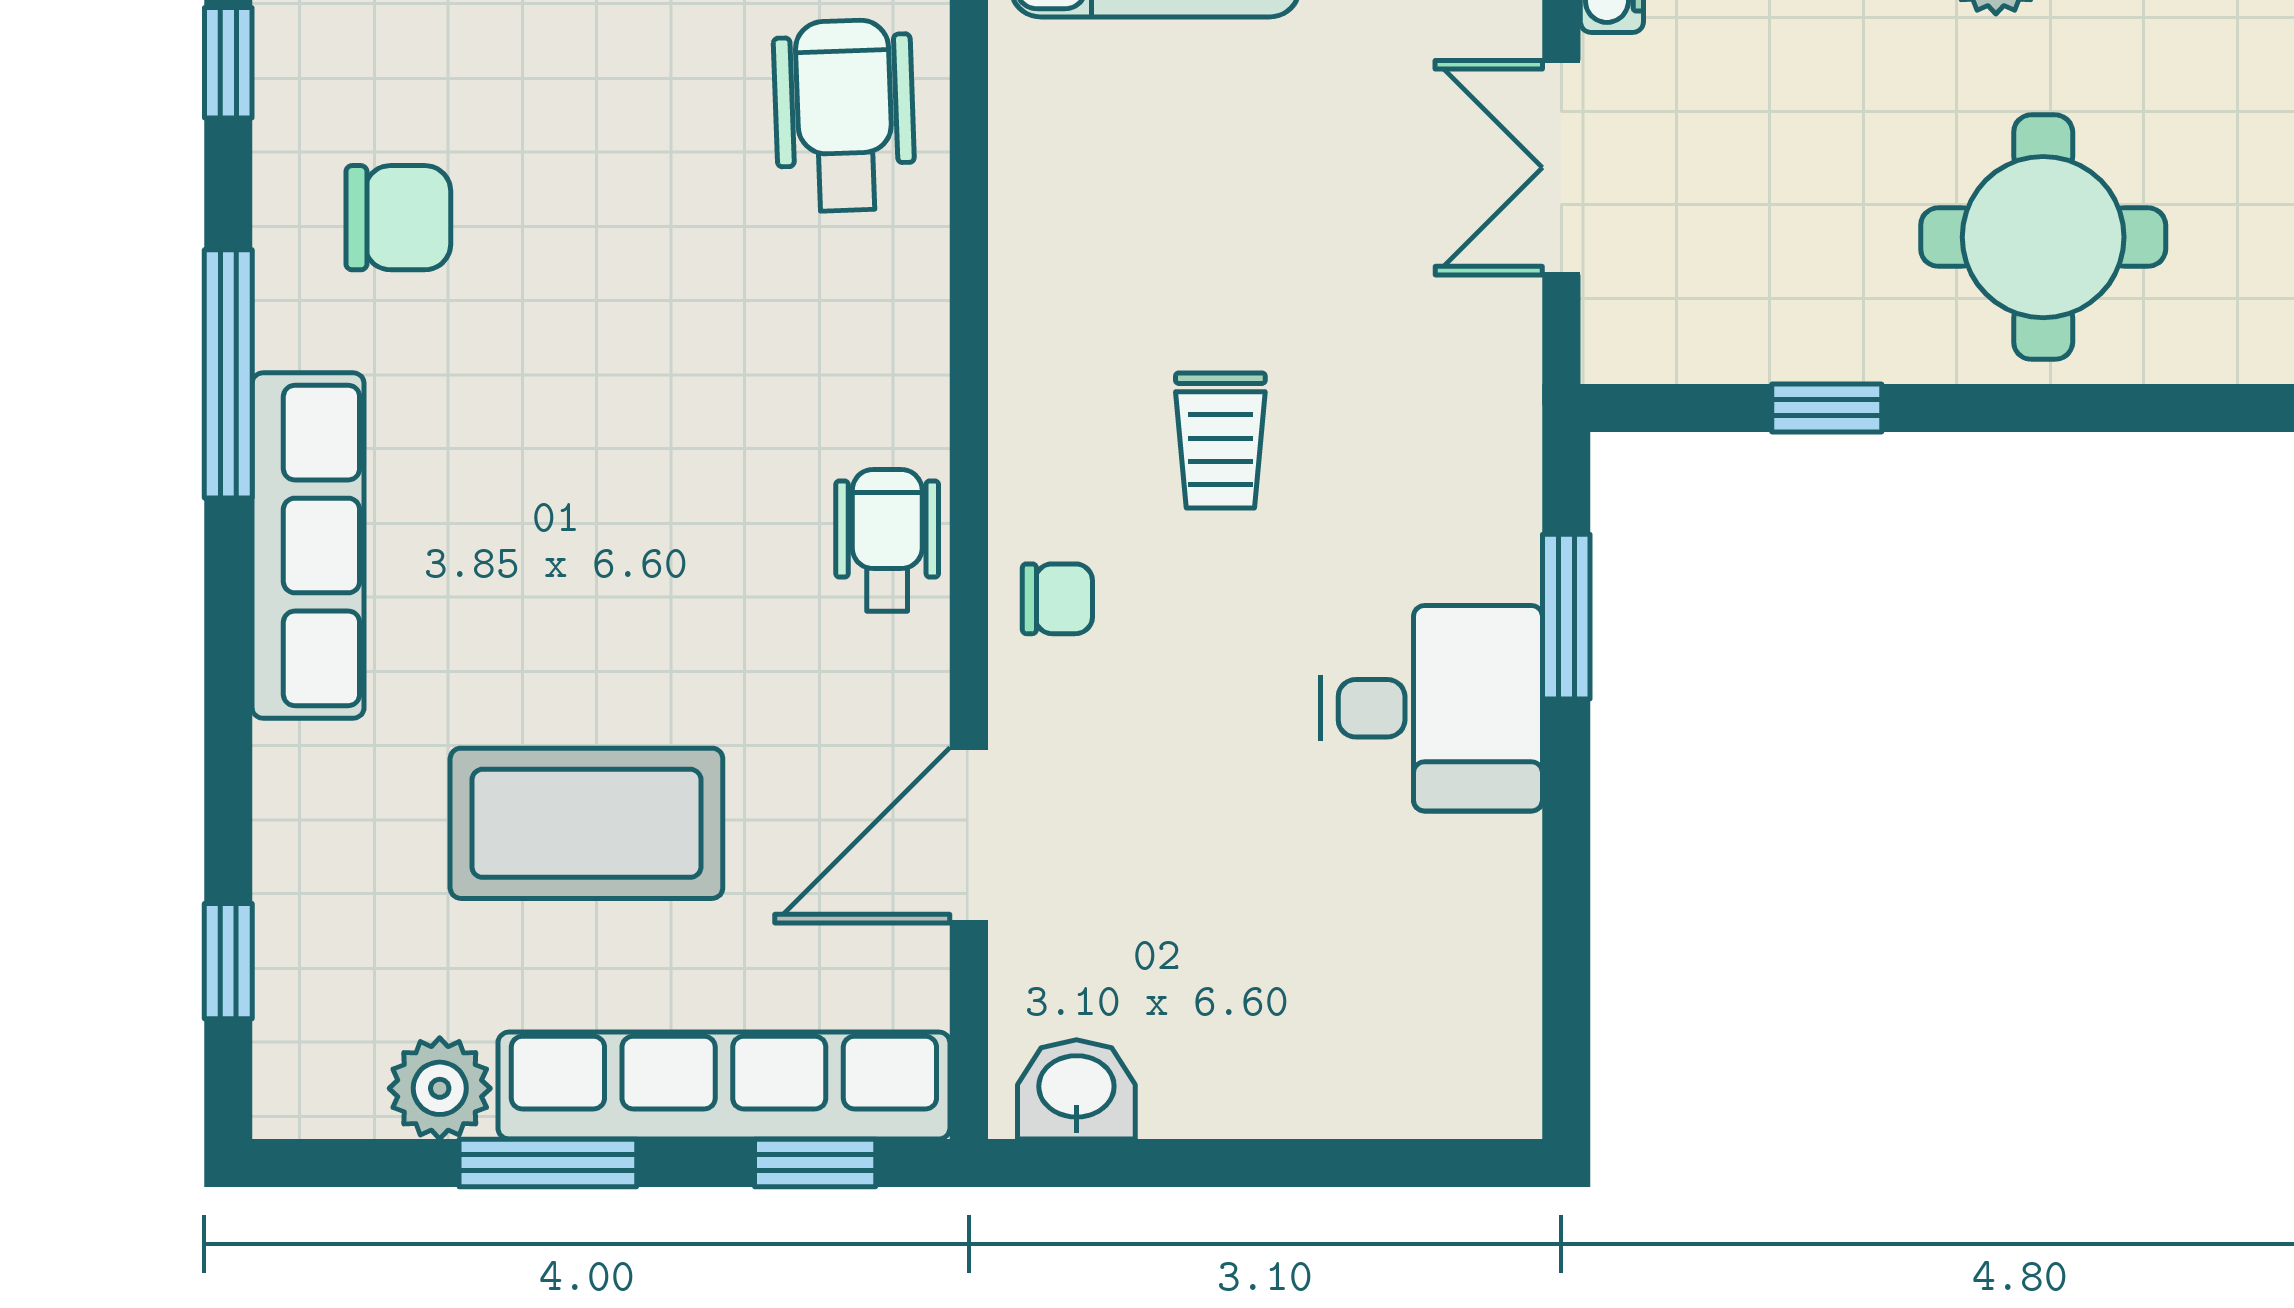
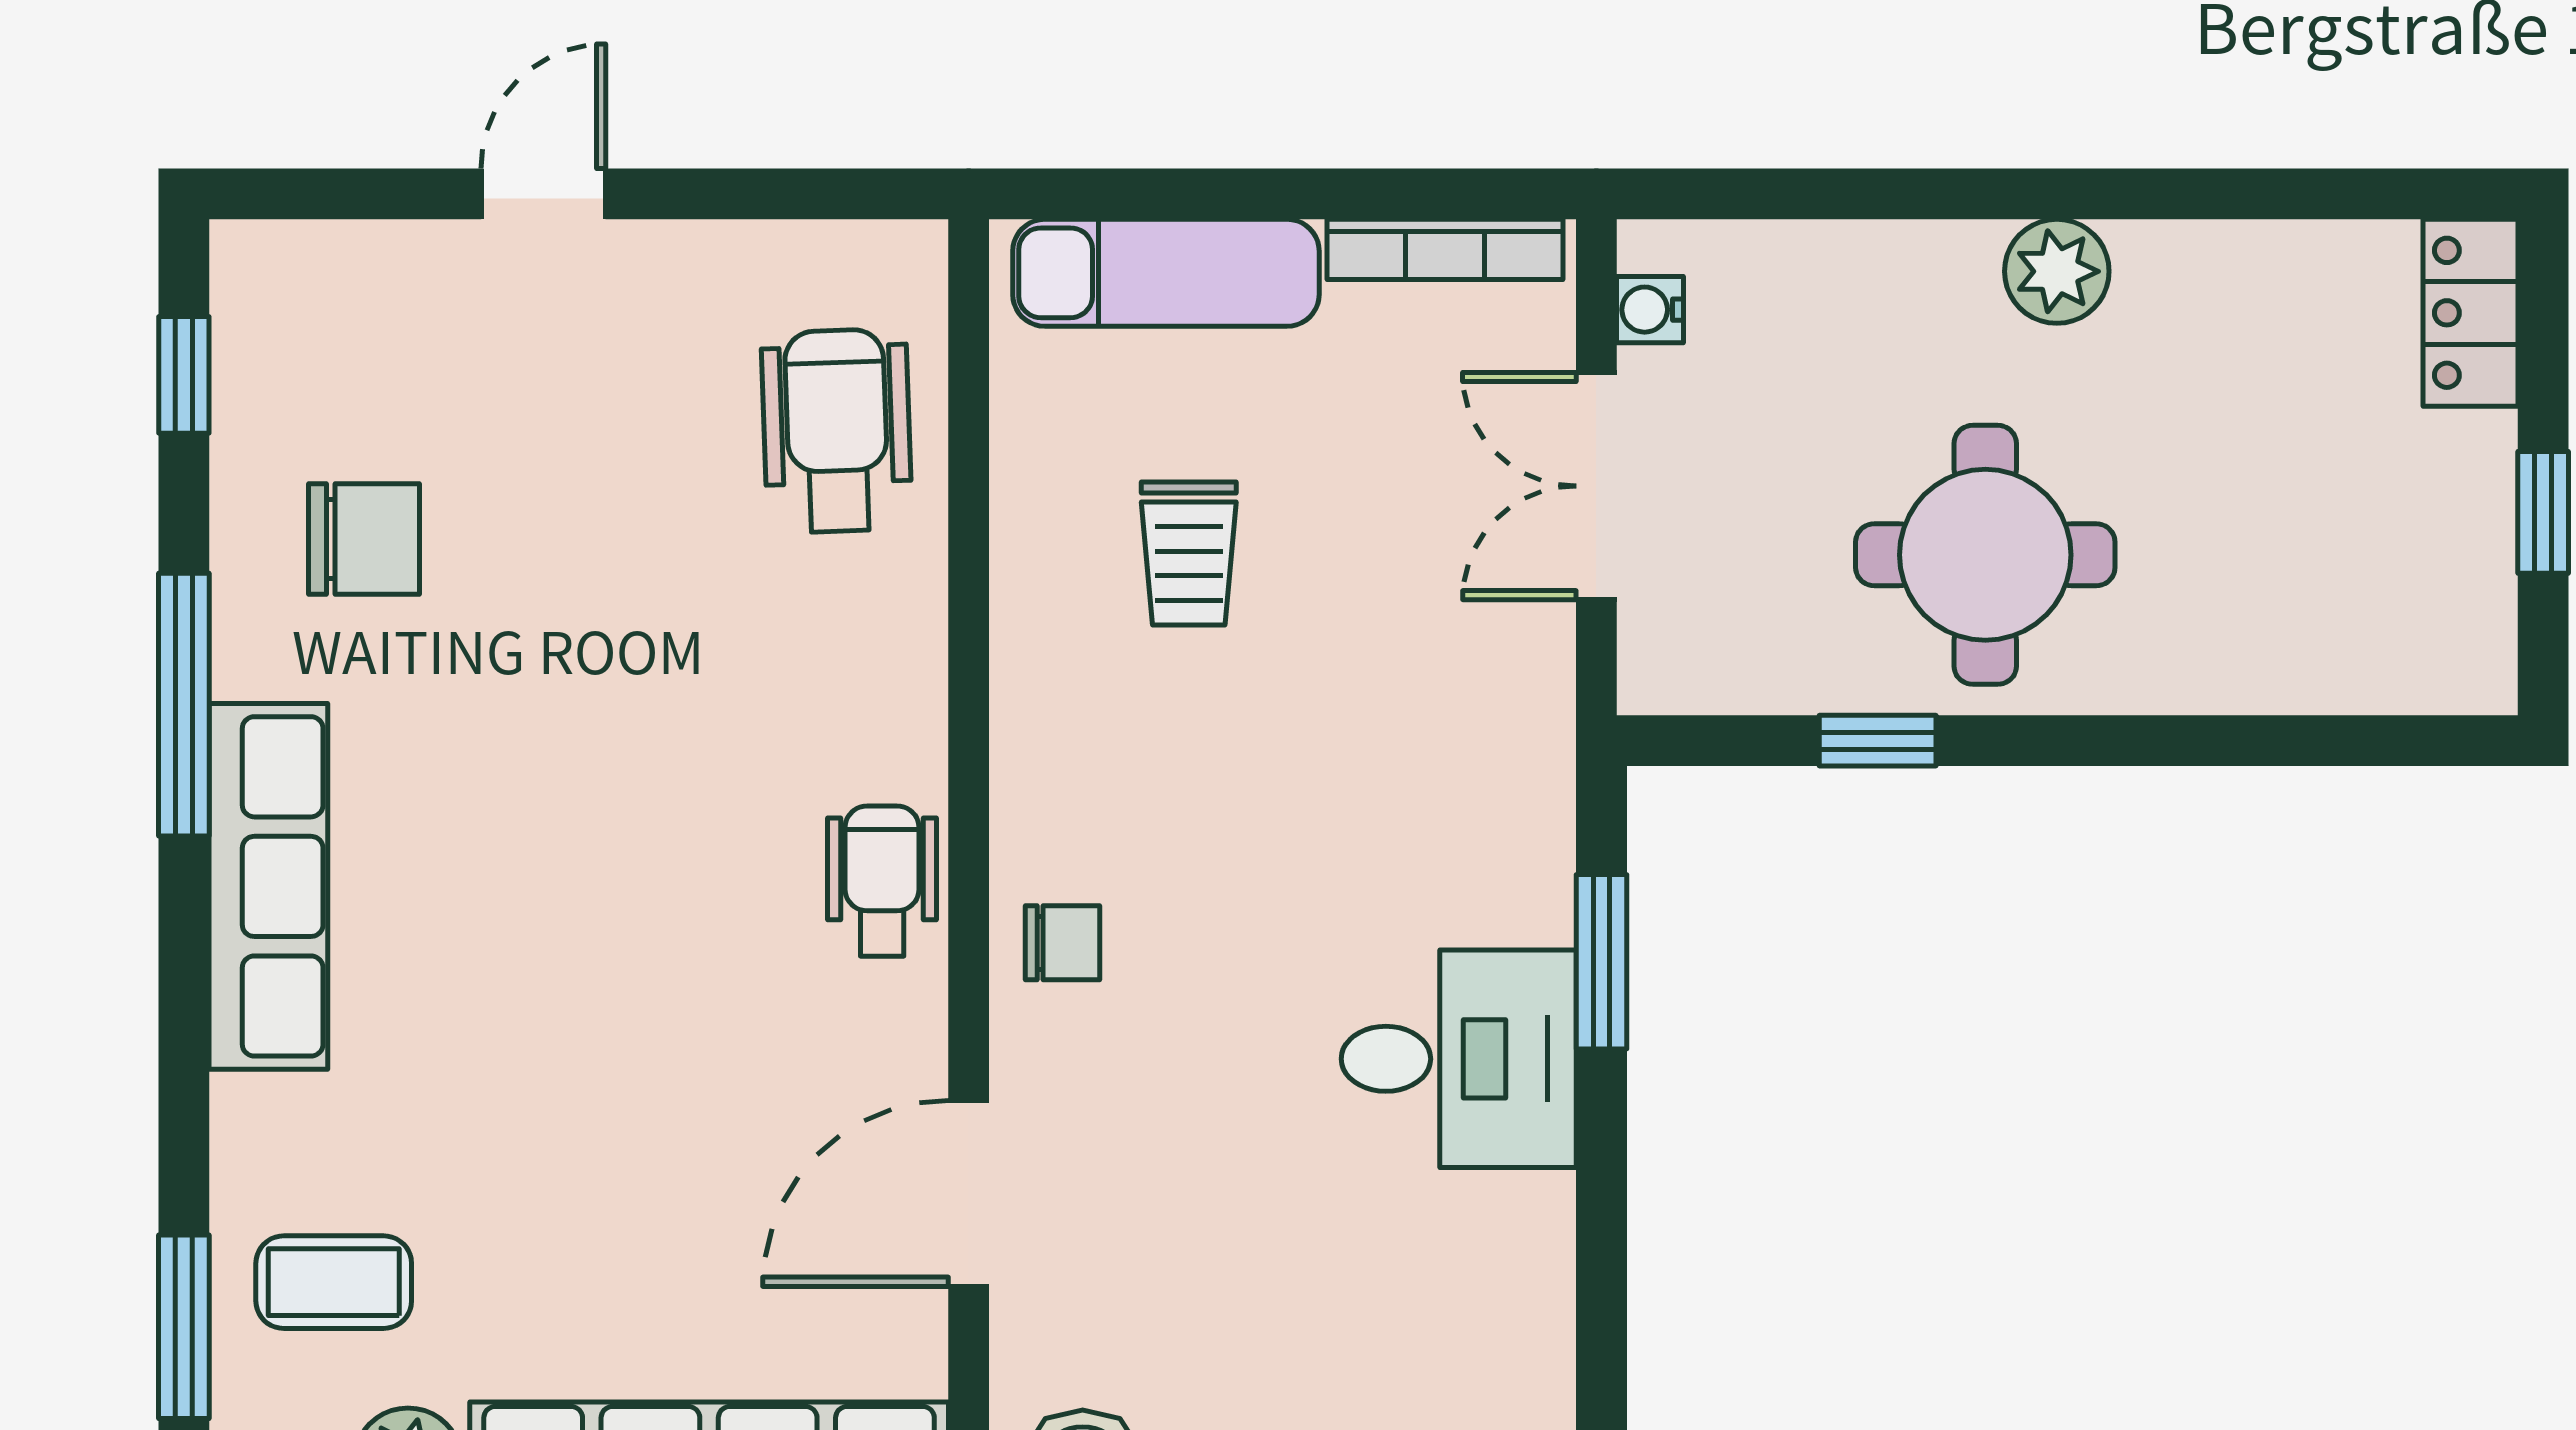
round table: (2043, 237) -> (1985, 555), moved
trolley: (1220, 440) -> (1189, 553), moved
coffee table: (586, 823) -> (334, 1282), moved, width x0.54, depth x0.58
window: (228, 961) -> (184, 1327), width x1.50

